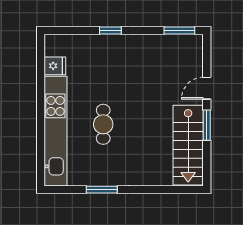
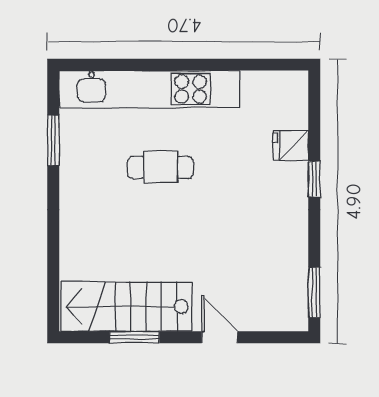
fridge: (55, 66) -> (291, 145), moved, turned 90
window: (207, 125) -> (135, 337), moved
window: (102, 190) -> (53, 140), moved

